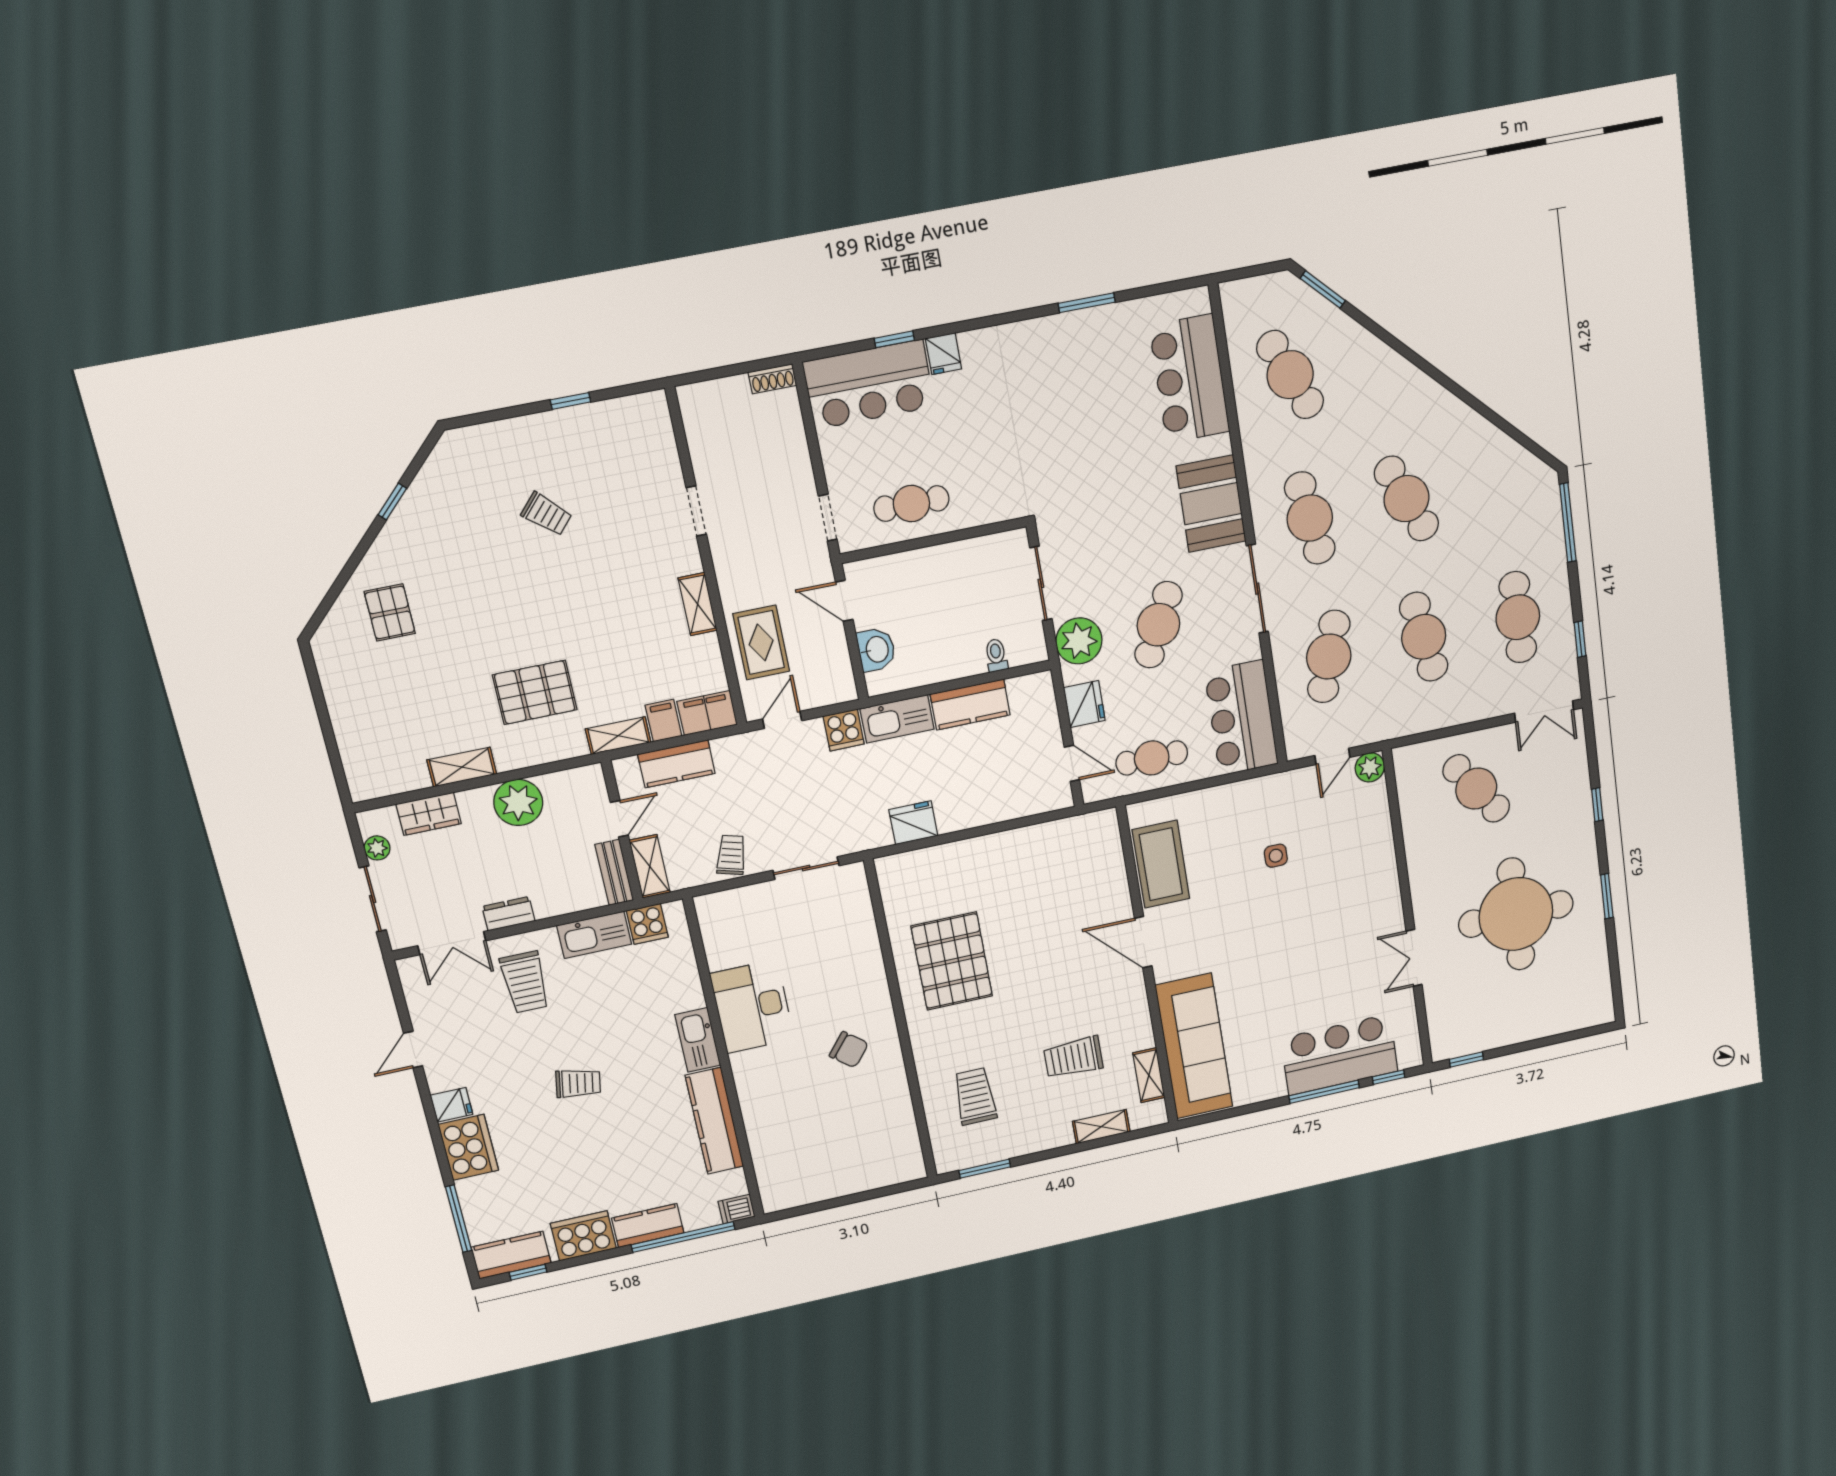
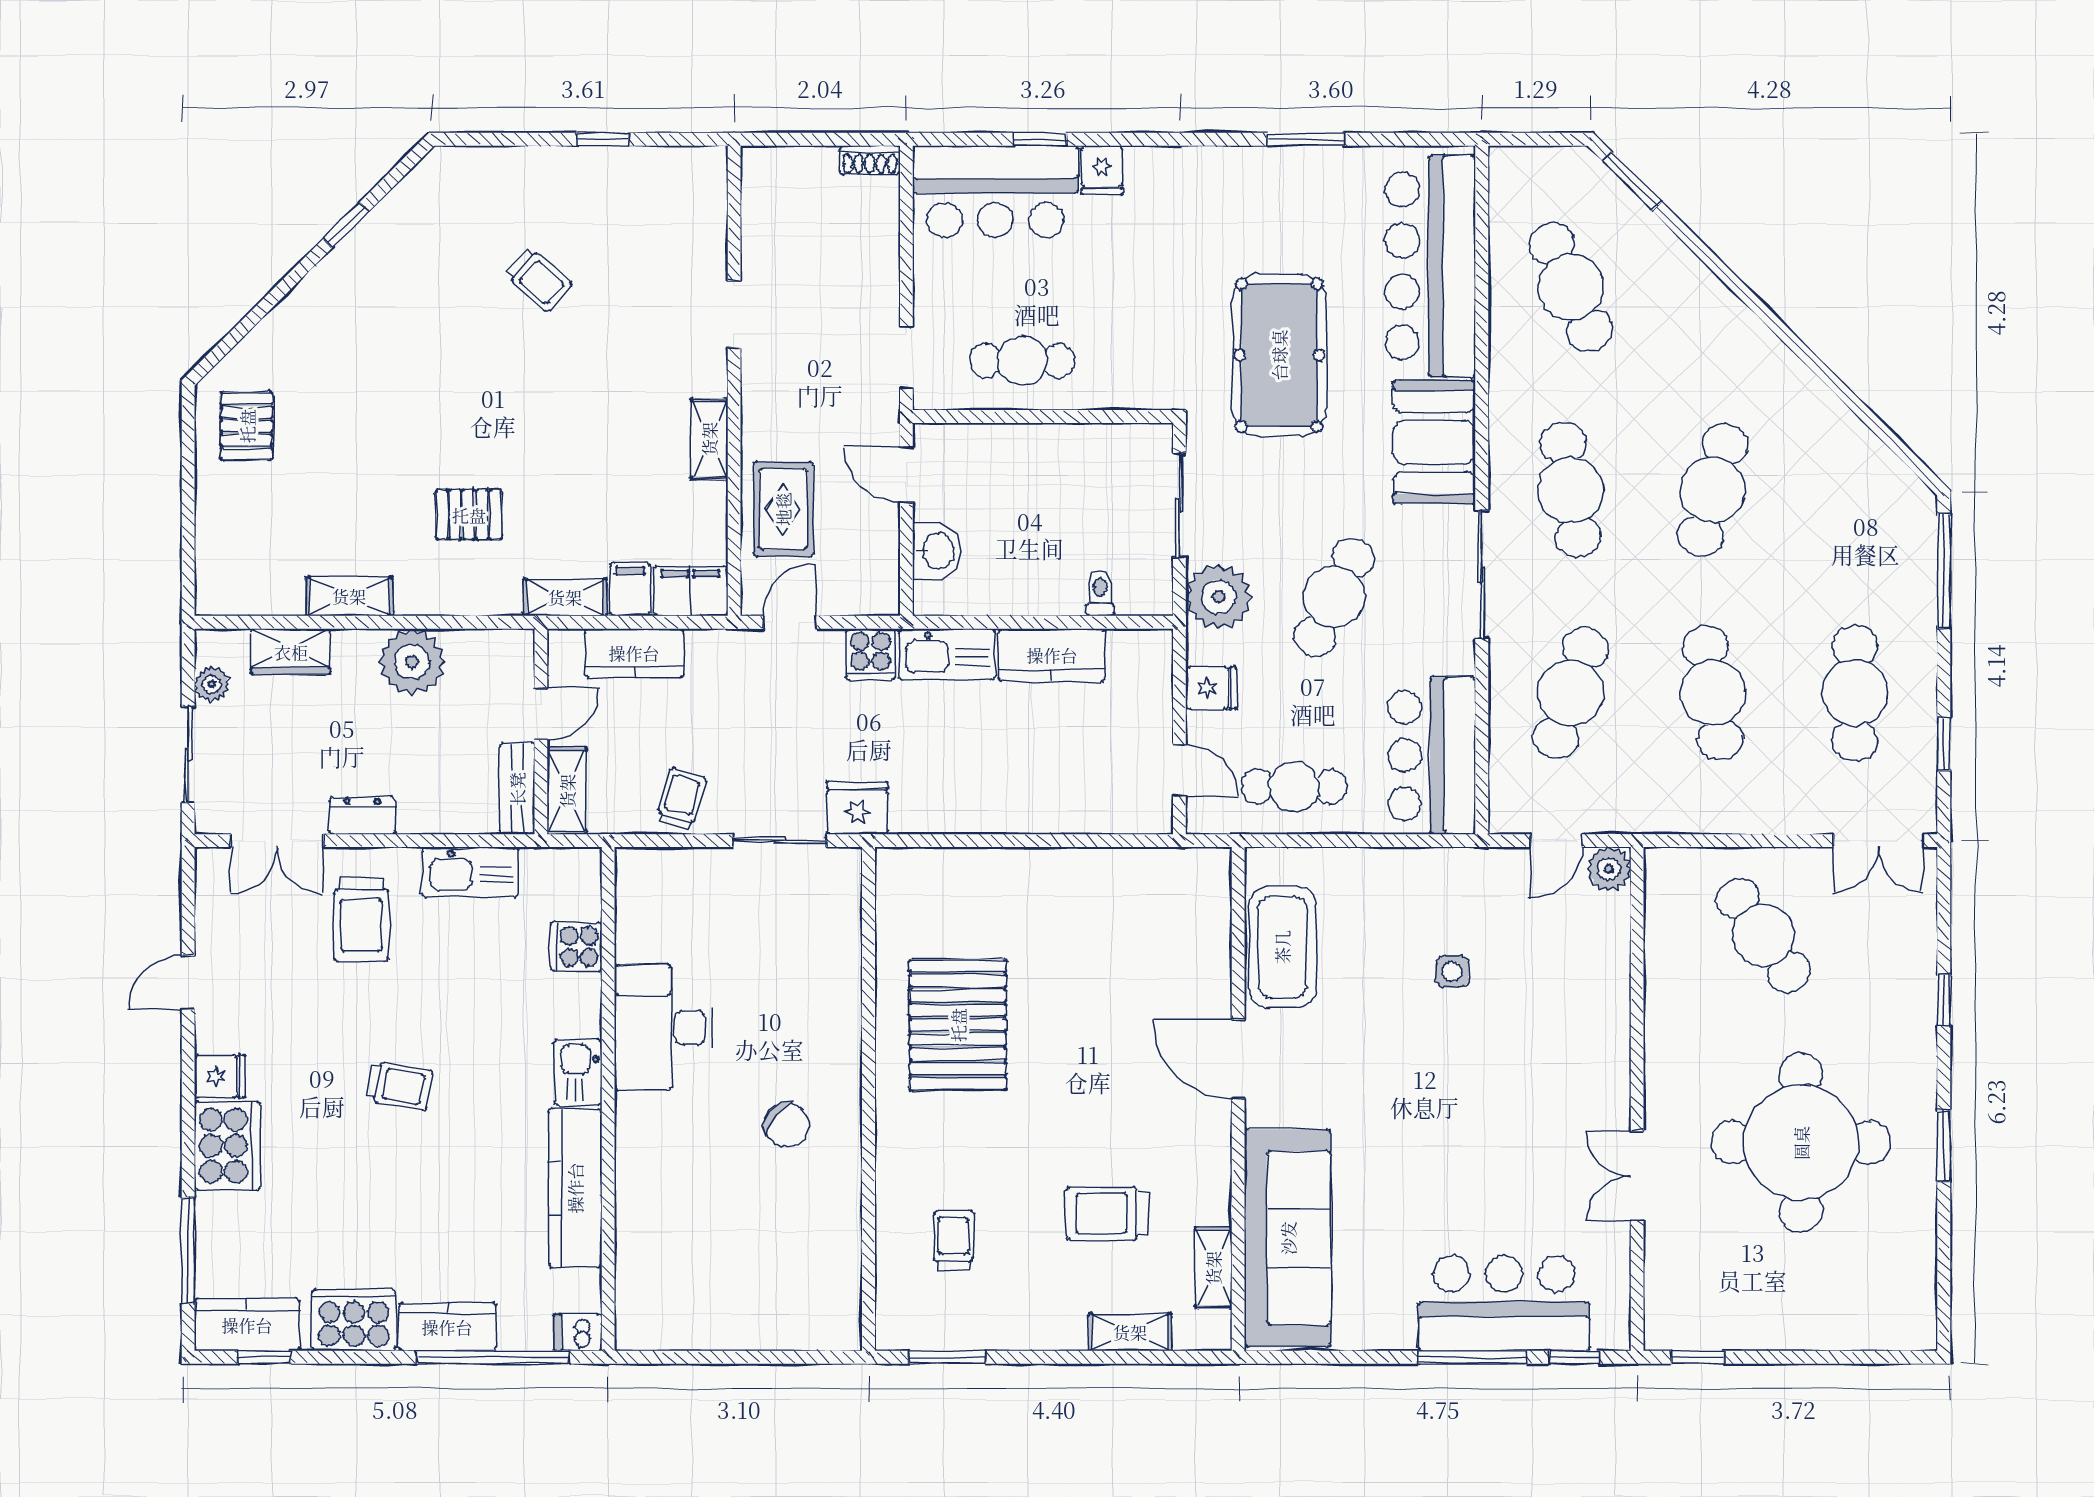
bar counter: (1190, 379) -> (1430, 266), width x1.36
pool table: (1093, 463) -> (1279, 355), added
cafe table: (1406, 499) -> (1713, 490), turned 39
pallet: (390, 612) -> (247, 426), moved
pallet: (535, 692) -> (469, 515), width x0.67, depth x0.71
fridge: (1084, 704) -> (1211, 688), width x0.72
fridge: (913, 823) -> (857, 808), moved
cooker: (647, 924) -> (576, 947), moved, turned 90
kitchen sink: (698, 1040) -> (578, 1072), width x0.73
trolley: (975, 1096) -> (953, 1240), width x0.73, depth x0.72

